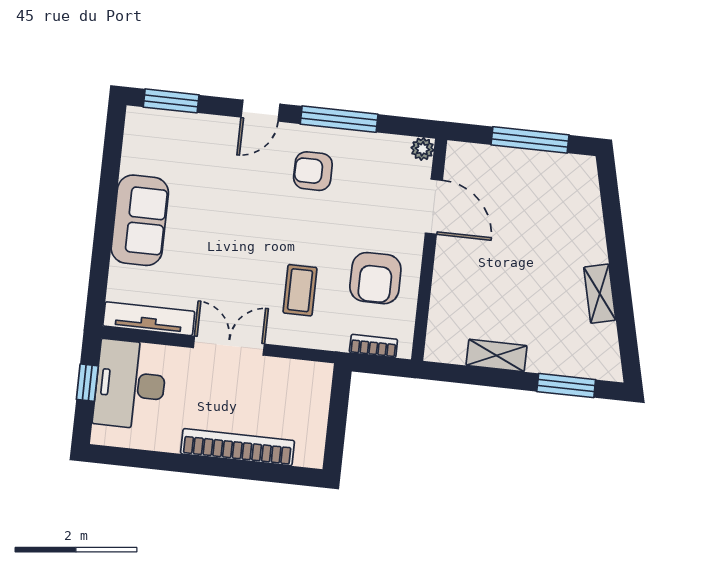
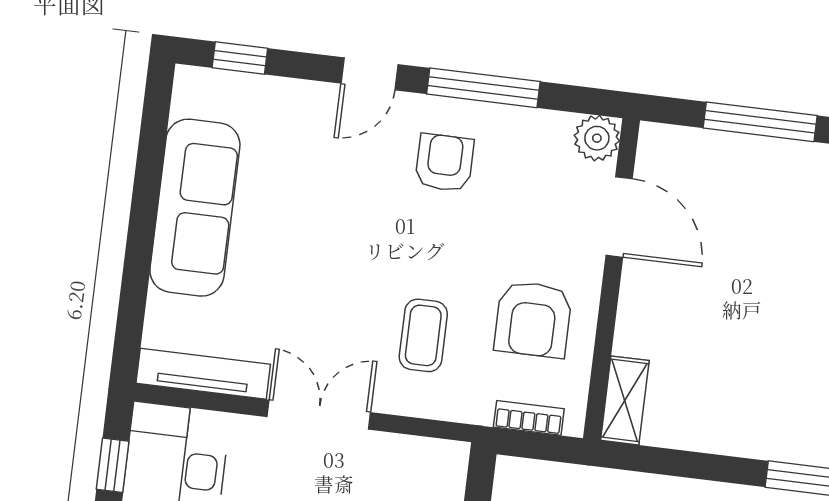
window: (171, 101) -> (240, 58), width x0.67
plant: (422, 149) -> (597, 138), width x1.38, depth x1.38
armchair: (313, 171) -> (444, 163), turned 90
sofa: (140, 220) -> (195, 208), width x1.36
shelving: (497, 356) -> (625, 400), moved, turned 90

